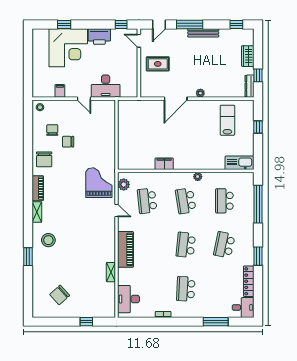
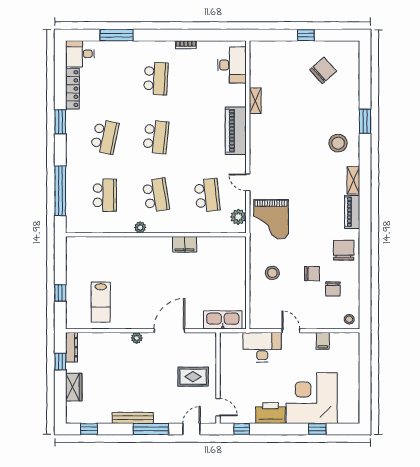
stool: (98, 142) -> (272, 273), added
kitchen sink: (240, 163) -> (223, 320), moved, turned 180
window: (86, 322) -> (306, 35), moved

